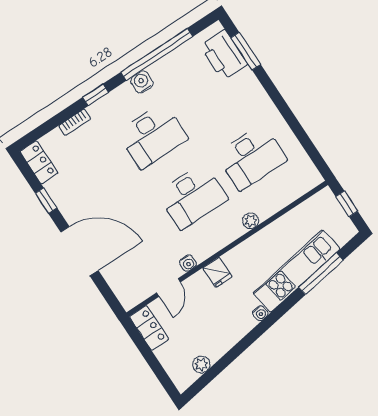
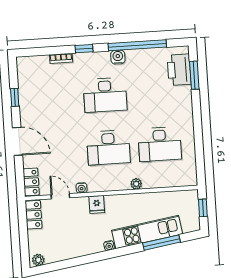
locker: (39, 162) -> (31, 182), moved
door: (80, 251) -> (18, 141), width x0.73
door: (168, 287) -> (60, 196), swing flipped
plant: (201, 364) -> (38, 260), moved

